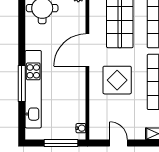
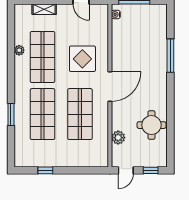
kitchen unit: (33, 89) -> (160, 50), removed

